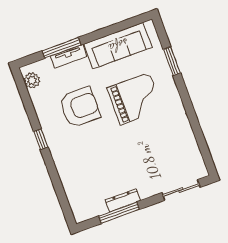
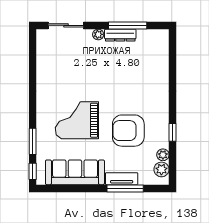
window: (161, 31) -> (33, 171), added
plant: (36, 96) -> (163, 155), added
window: (41, 139) -> (173, 132), moved
plant: (145, 193) -> (98, 34), added

